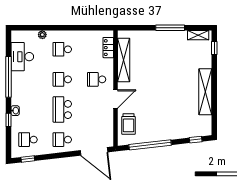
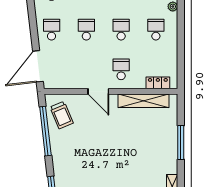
window: (170, 28) -> (181, 142), moved
school desk: (62, 109) -> (86, 30), width x0.54
trolley: (129, 124) -> (62, 115), moved, turned -113

